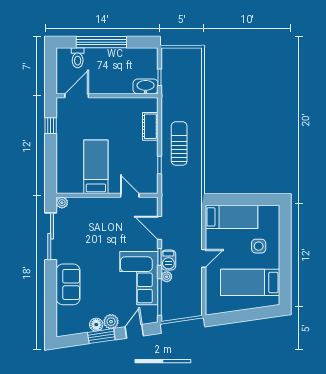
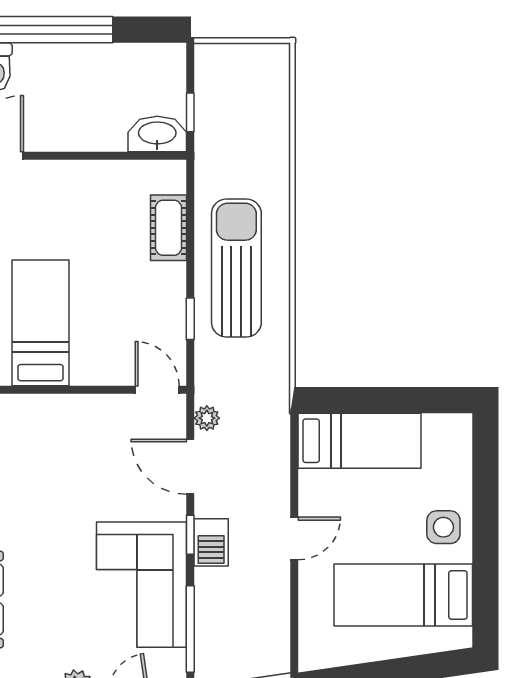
sun lounger: (179, 143) -> (236, 268), width x1.36, depth x1.34
door: (130, 195) -> (157, 390), moved
side table: (259, 246) -> (443, 527), moved
plant: (167, 277) -> (207, 418), moved

